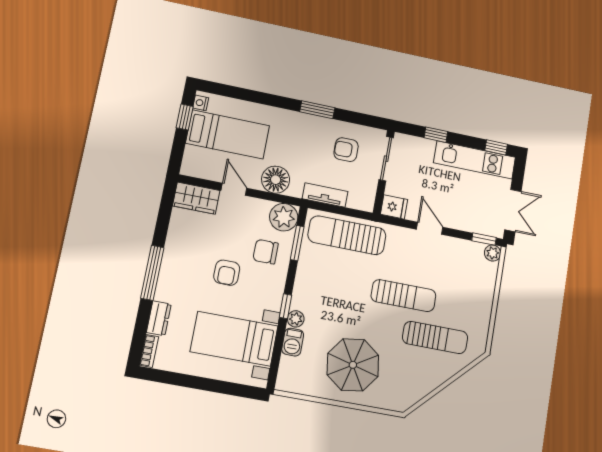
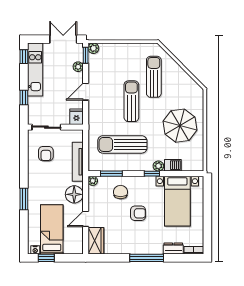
window: (317, 110) -> (24, 199), moved
tv unit: (325, 195) -> (78, 162), width x1.41
plant: (284, 217) -> (93, 181), width x0.53, depth x0.53
plant: (469, 225) -> (78, 67), added
sun lounger: (347, 235) -> (122, 144), moved, turned 90
chair: (266, 252) -> (121, 192), turned 180

